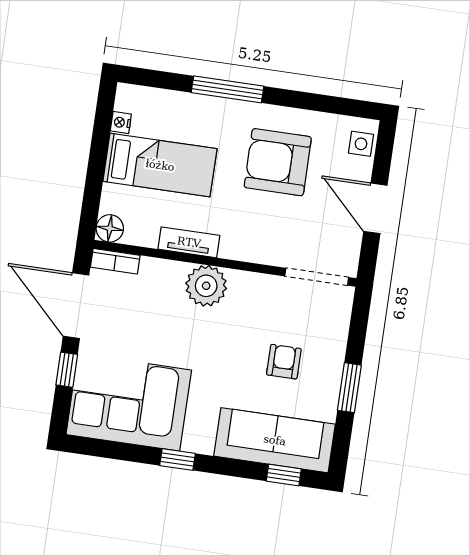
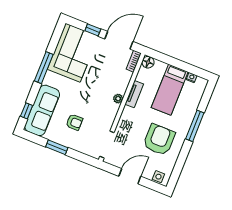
plant: (206, 286) -> (118, 99), width x0.53, depth x0.53
window: (178, 460) -> (44, 68), width x2.17

